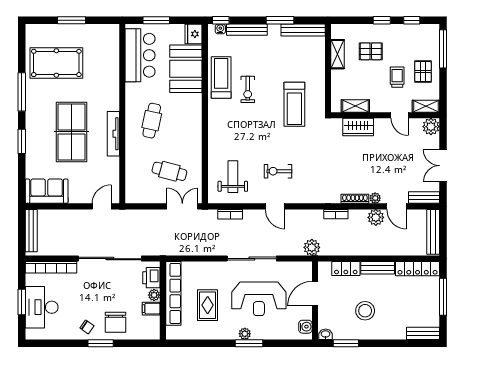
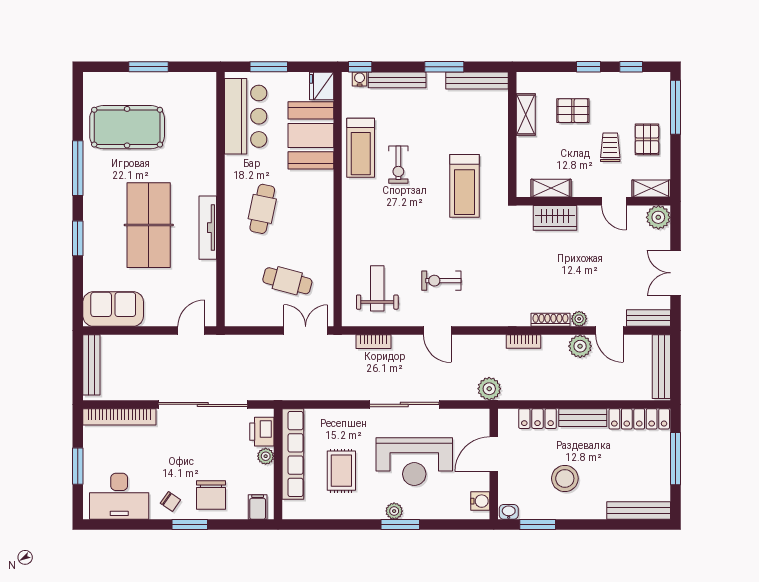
treadmill: (221, 77) -> (361, 148), turned 180
desk: (42, 307) -> (119, 496), moved, turned -90
filing cabinet: (151, 309) -> (258, 507), moved, turned 90
bench: (423, 333) -> (639, 511), width x1.36

